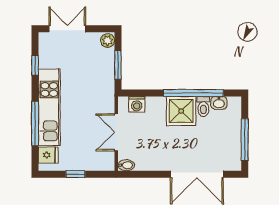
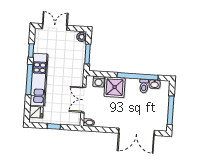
shower: (181, 111) -> (115, 87), moved
window: (35, 123) -> (29, 80), moved

